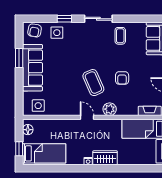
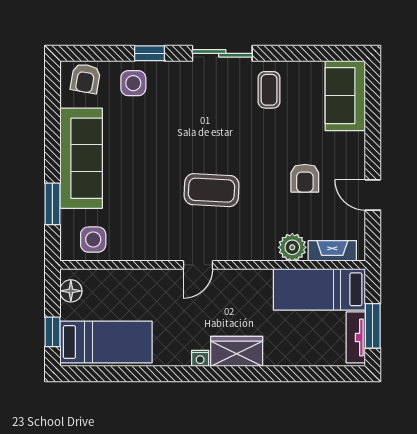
window: (19, 58) -> (52, 204), moved
armchair: (122, 78) -> (305, 178), moved
coffee table: (93, 83) -> (212, 190), turned -63
plant: (110, 109) -> (292, 247), moved
door: (87, 117) -> (198, 265), swing flipped

